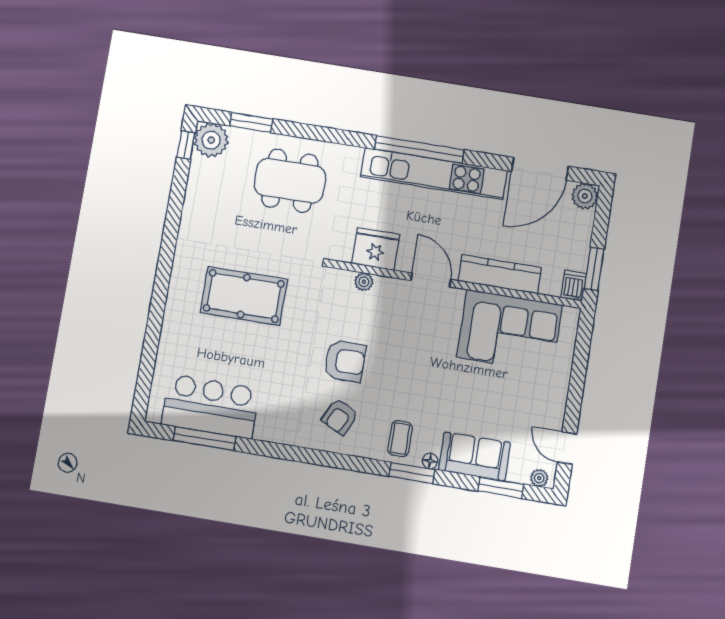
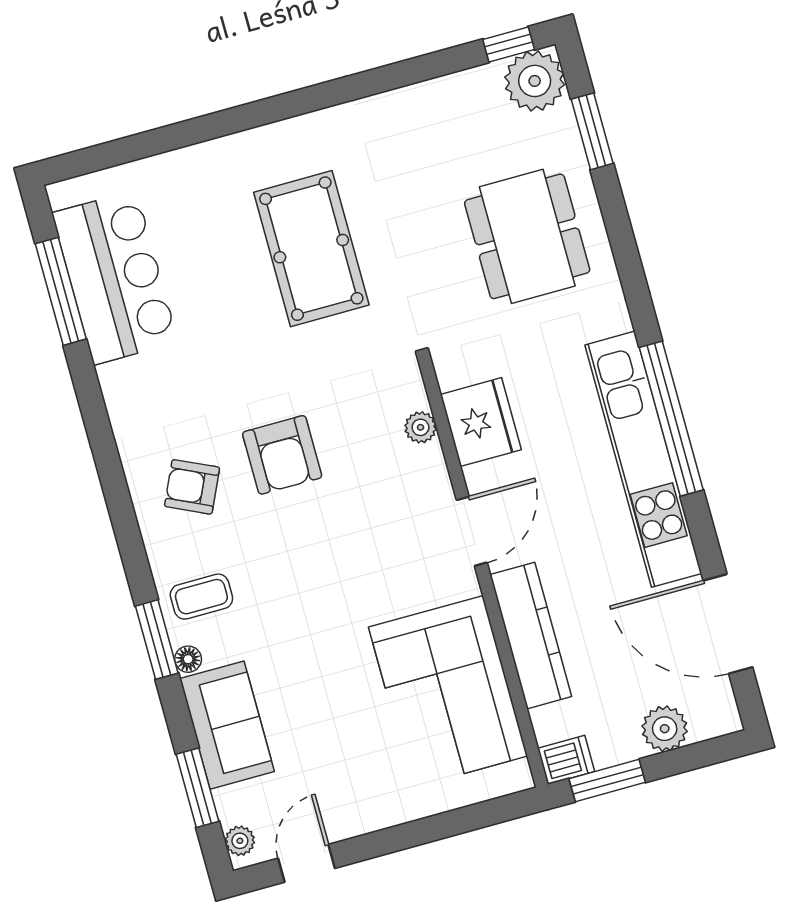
plant: (585, 196) -> (665, 729), moved

